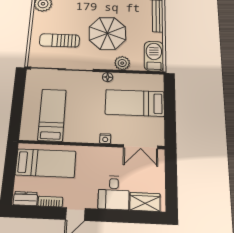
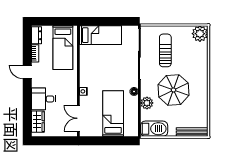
bed: (52, 115) -> (101, 35), moved

